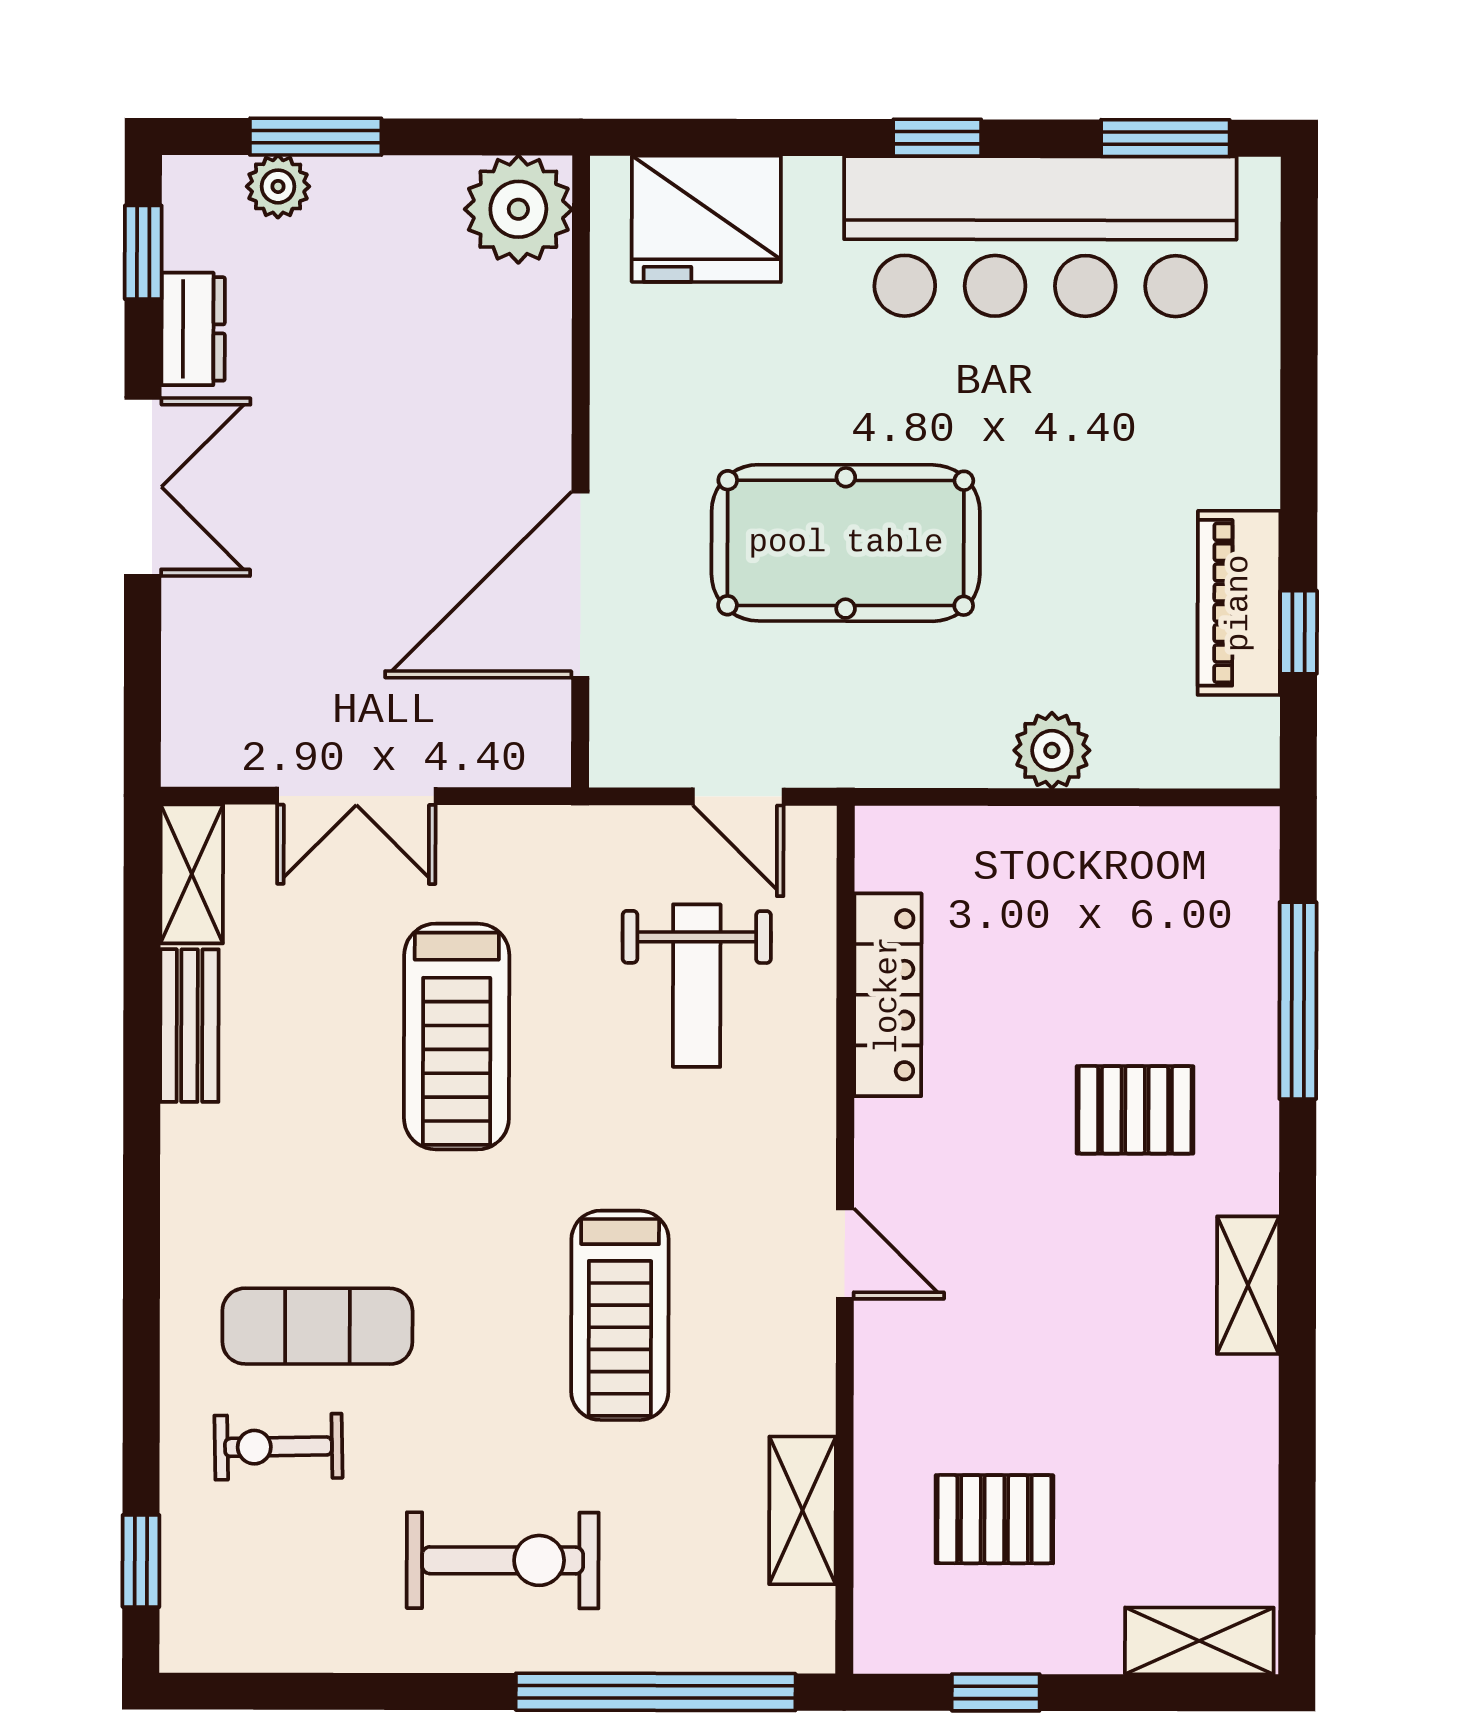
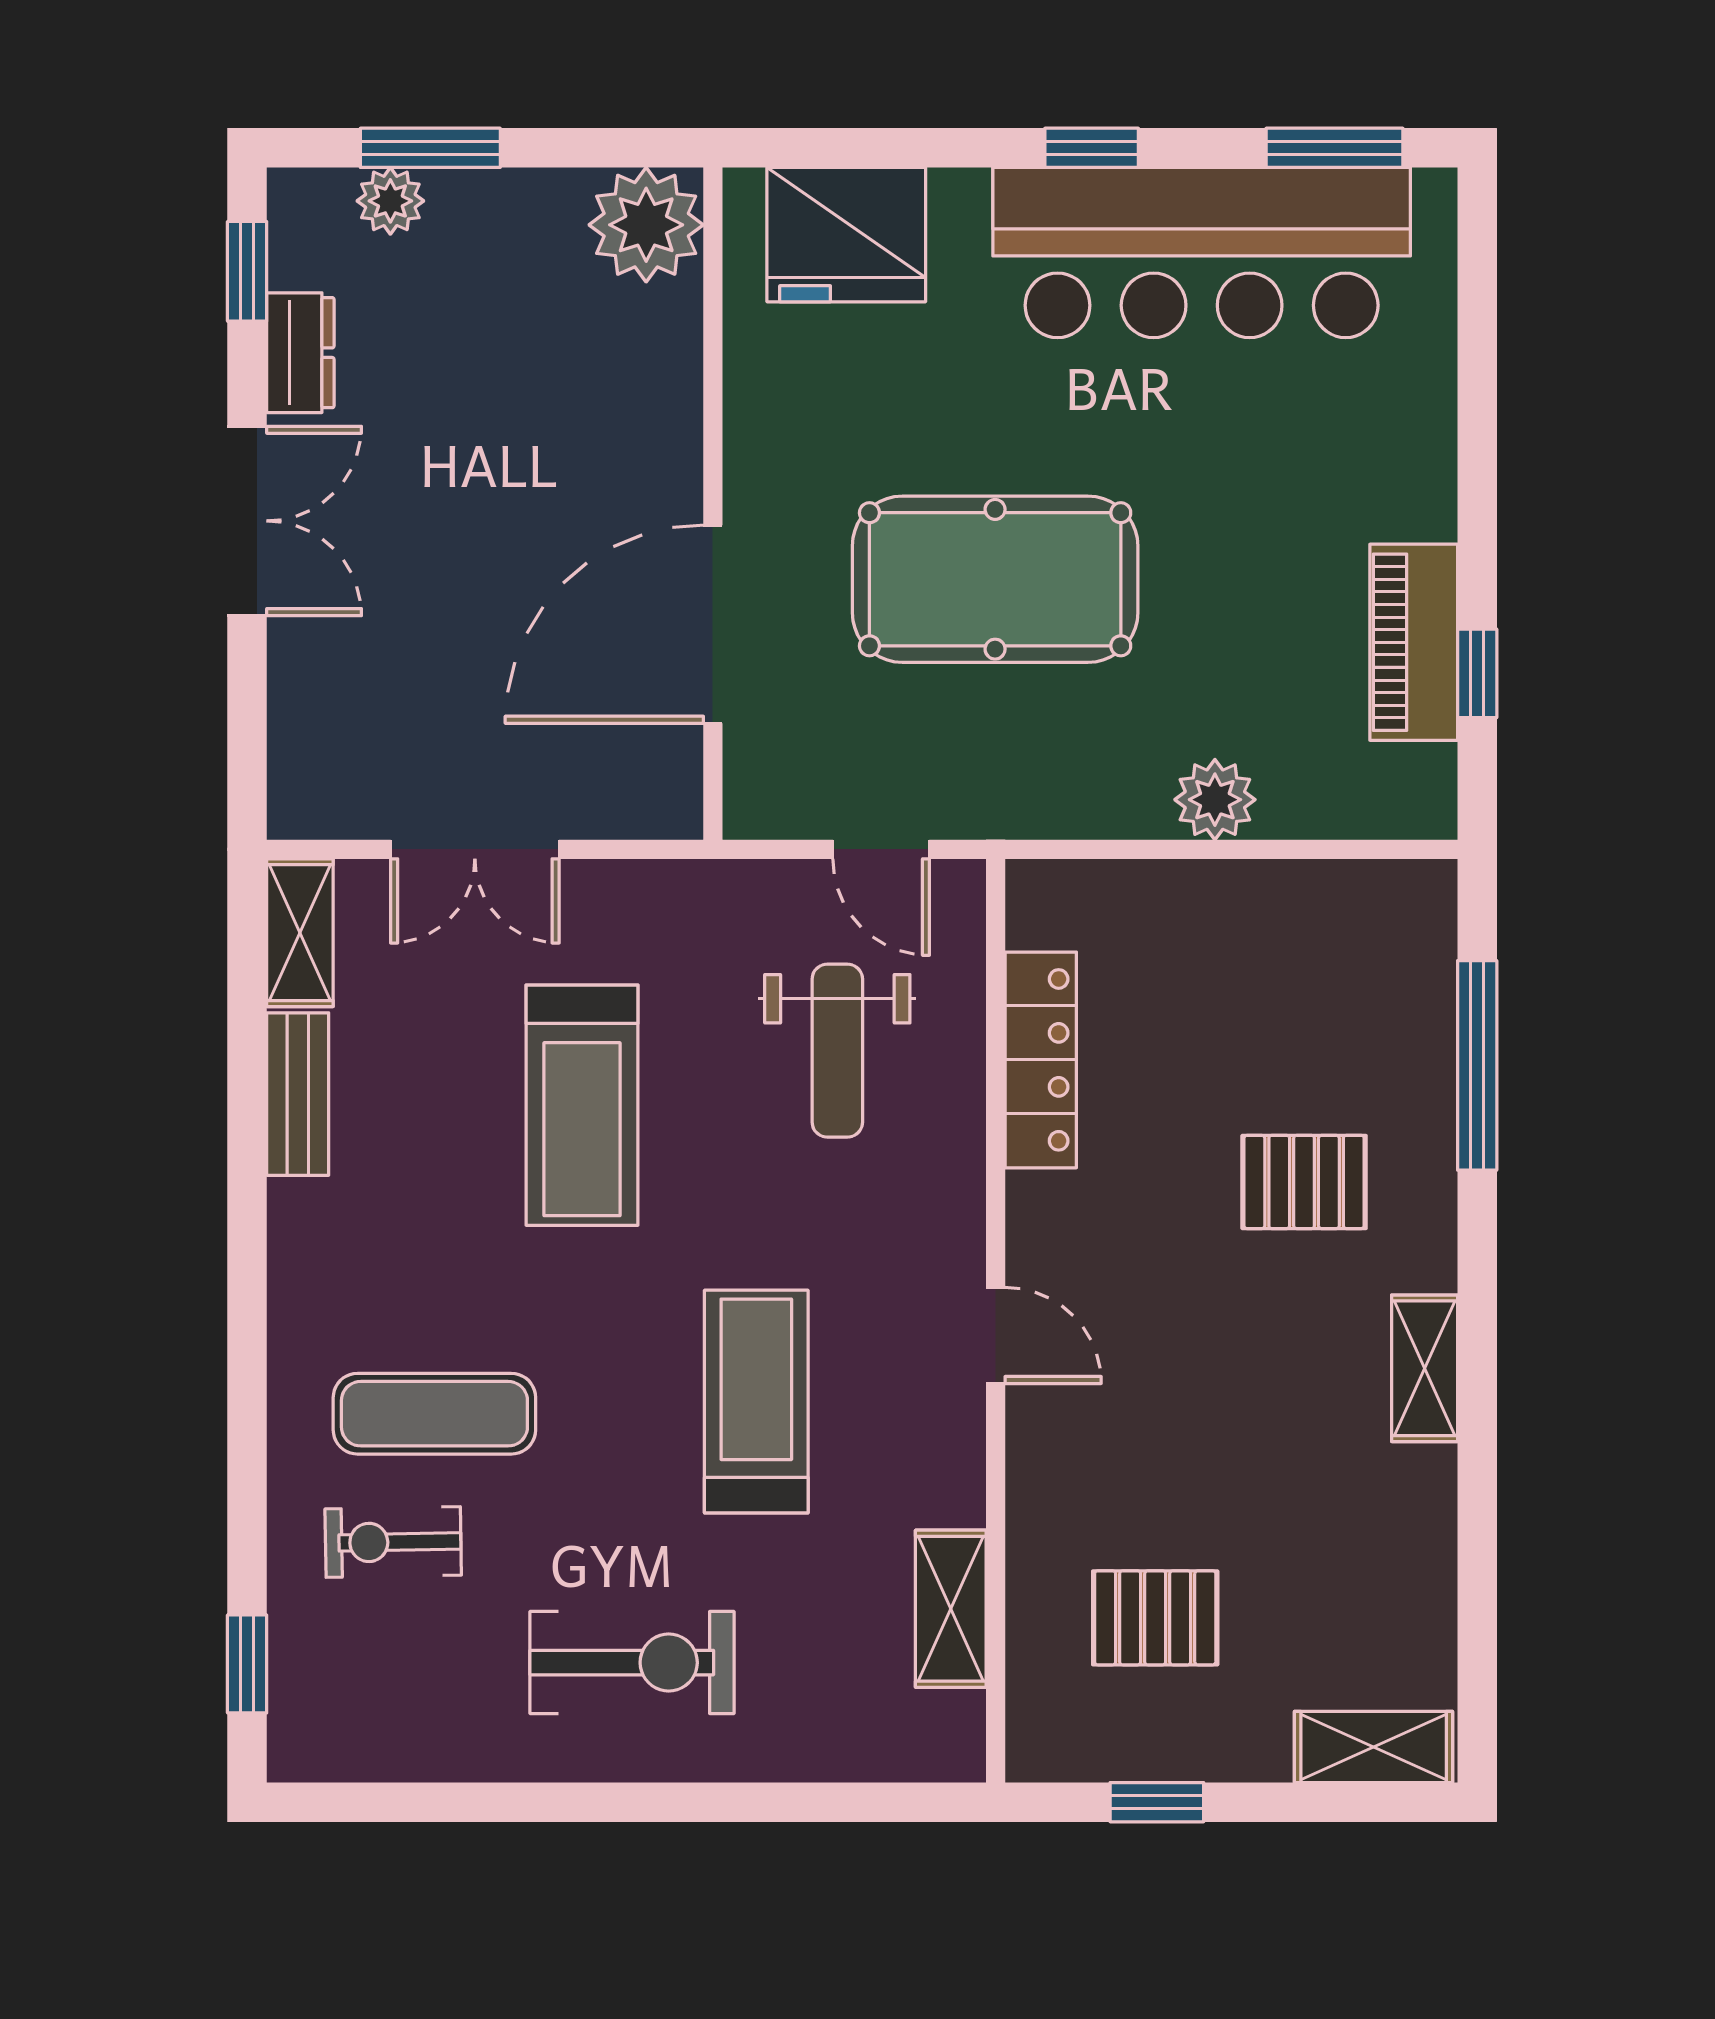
treadmill: (620, 1315) -> (756, 1402), turned 180
window: (656, 1692) -> (795, 1802), removed

